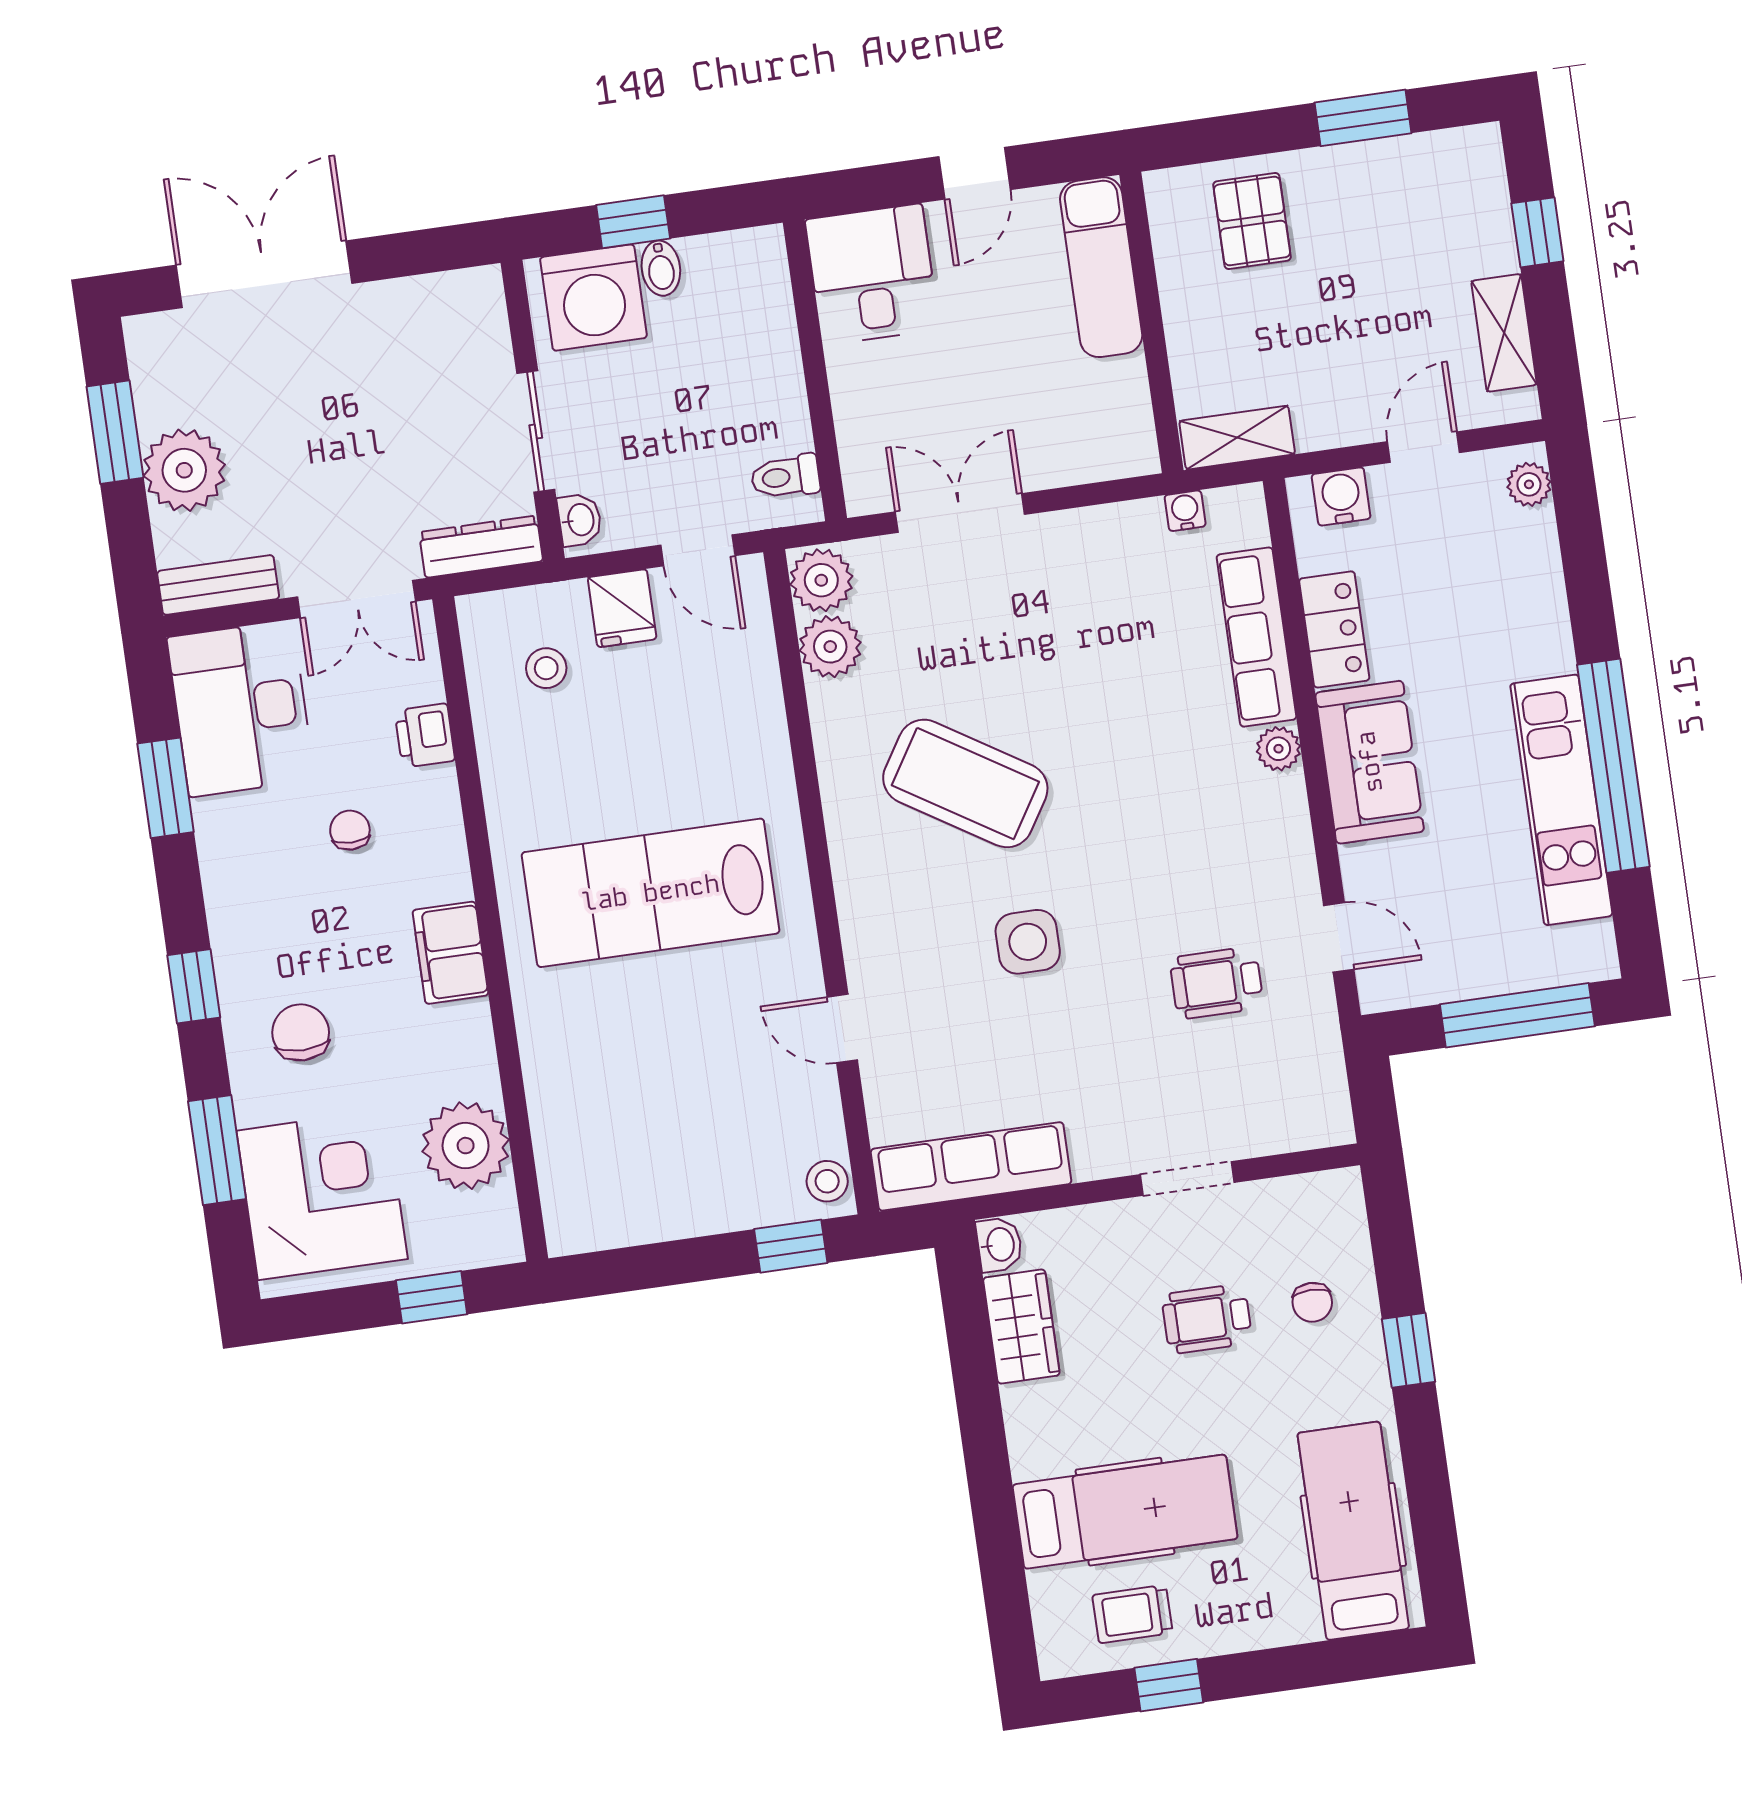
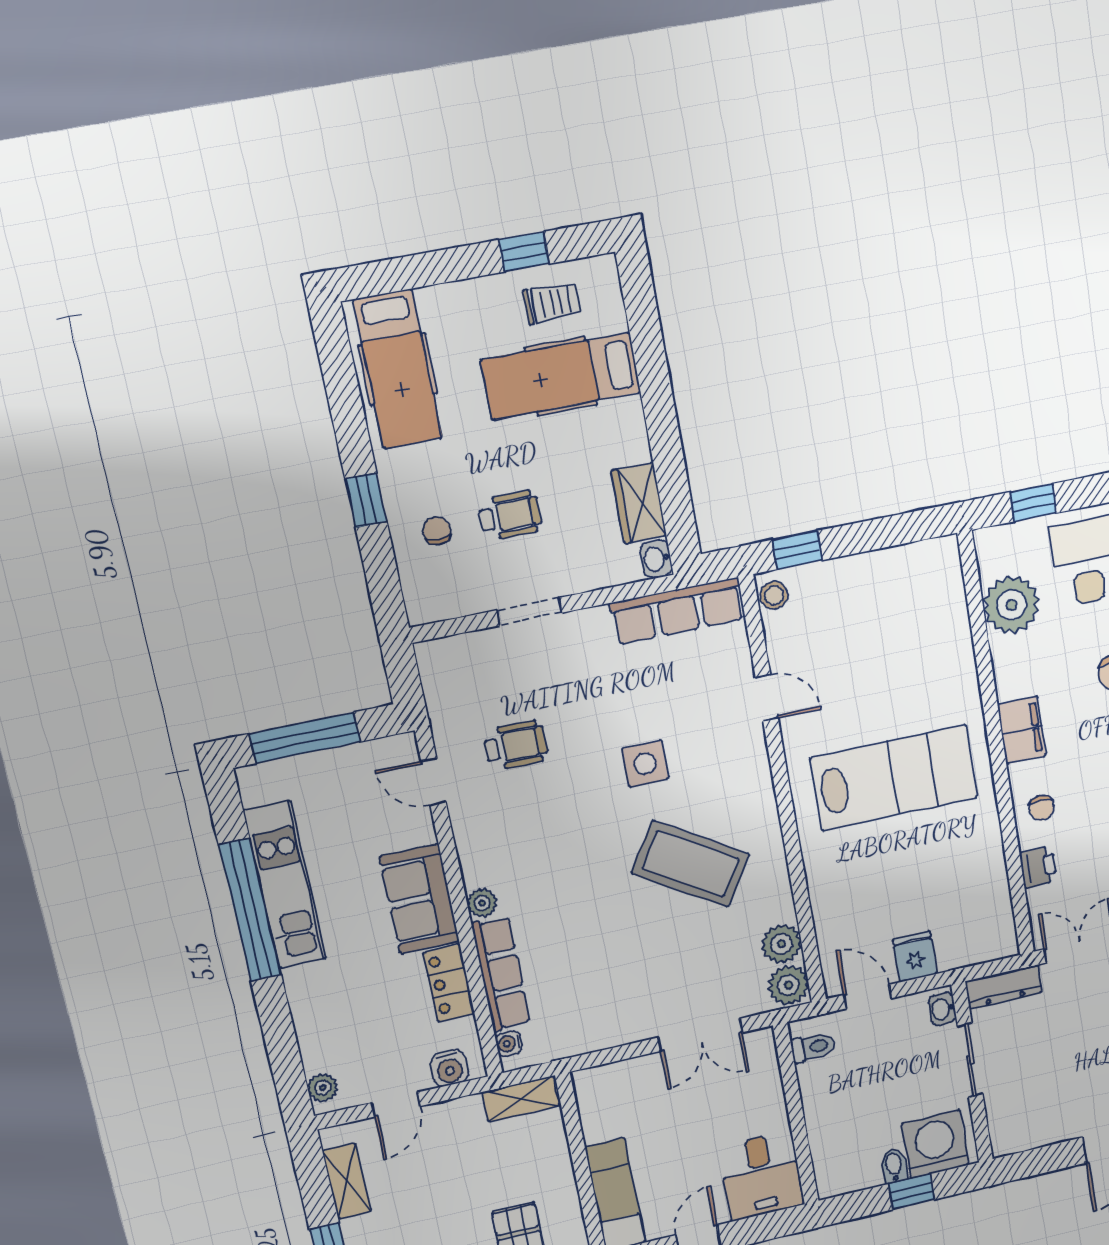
water cooler: (1185, 511) -> (509, 1044), moved, turned 90
stool: (546, 668) -> (962, 915), removed
chair: (350, 830) -> (1042, 808), moved

